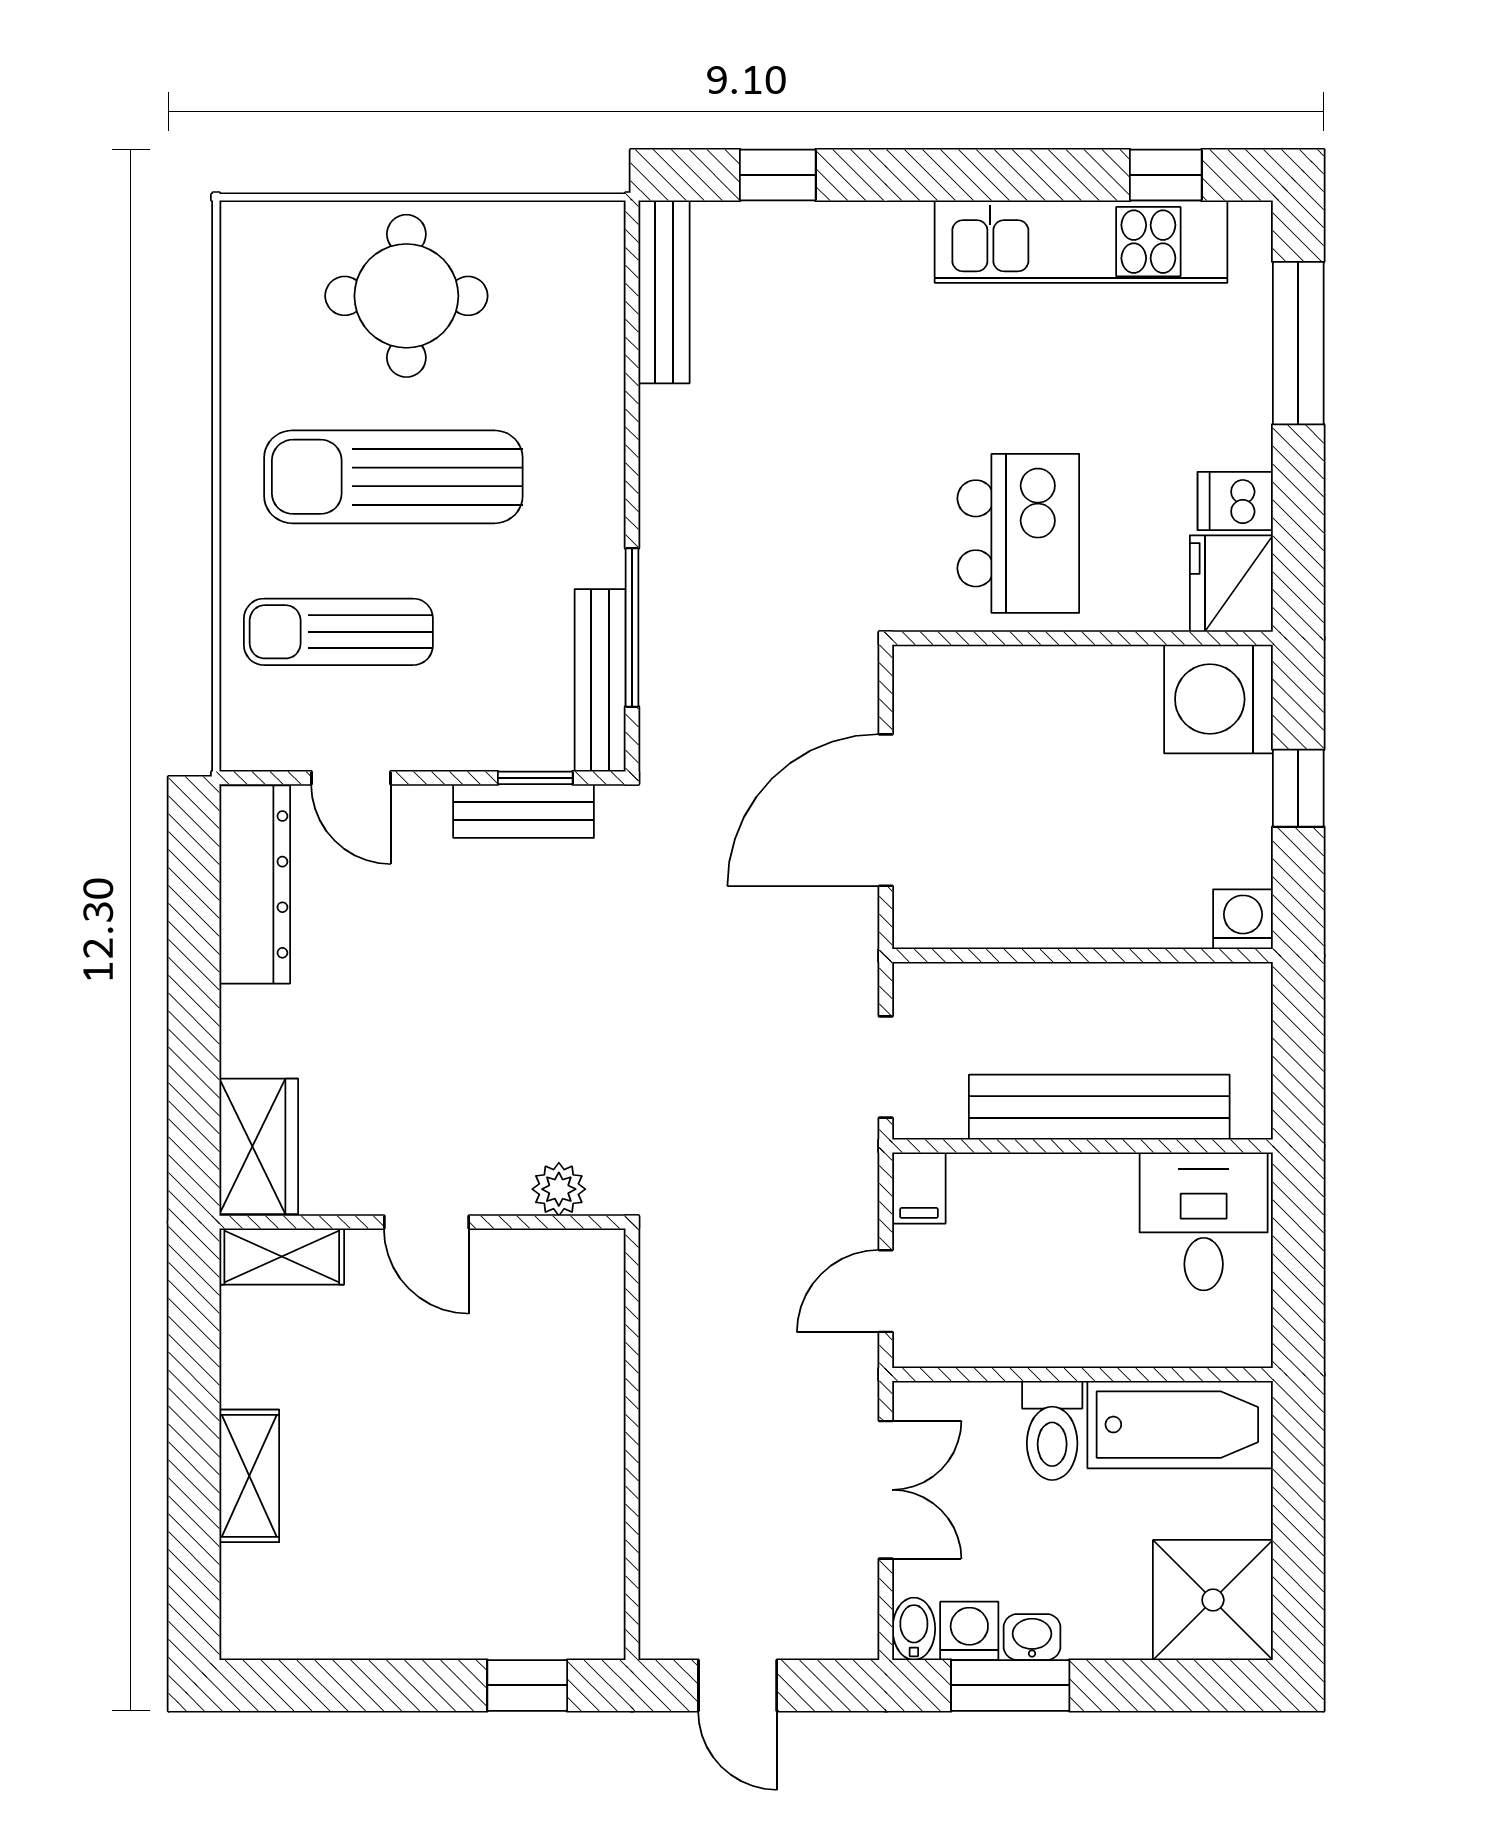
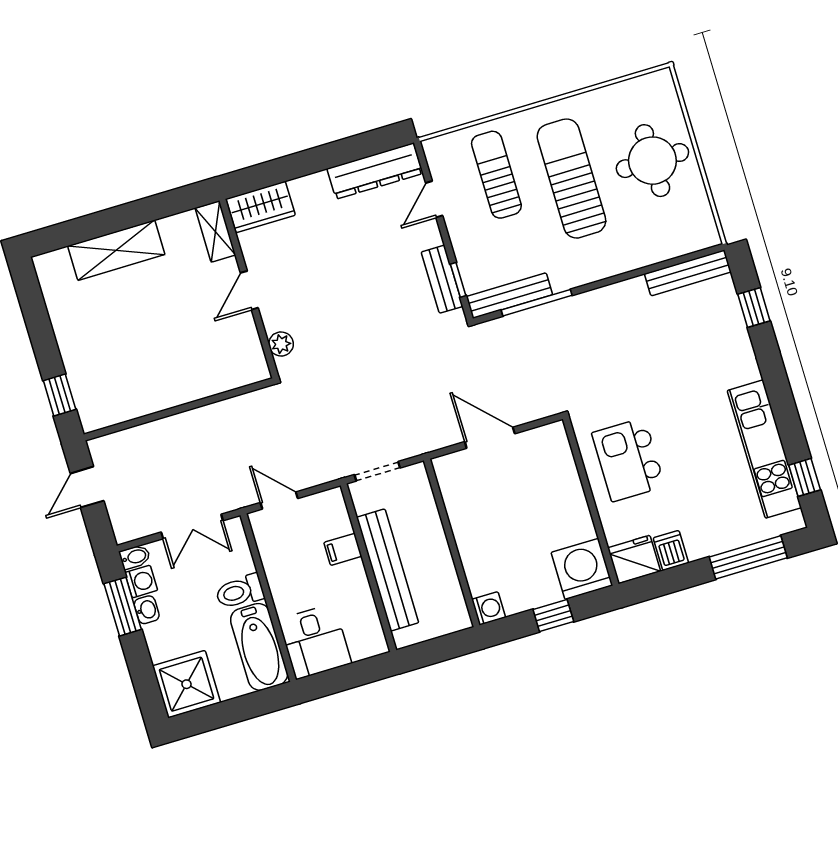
kitchen island: (1018, 533) -> (628, 460), turned 90
door: (886, 810) -> (490, 438), width x0.73
filing cabinet: (919, 1188) -> (343, 549), moved
desk: (1204, 1221) -> (315, 642), moved, turned 90
shelving: (249, 1476) -> (116, 250), width x1.50, depth x1.33

